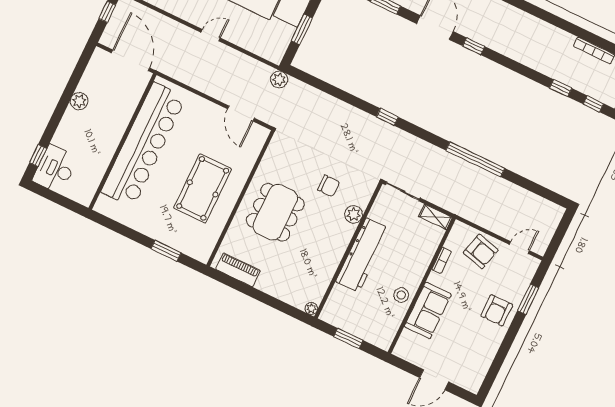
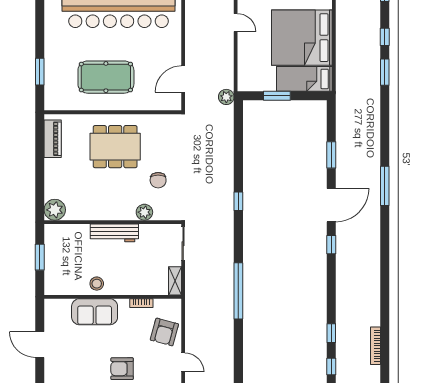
workbench: (363, 255) -> (114, 233), width x0.73, depth x0.76
plant: (311, 309) -> (55, 210), width x1.87, depth x1.87

